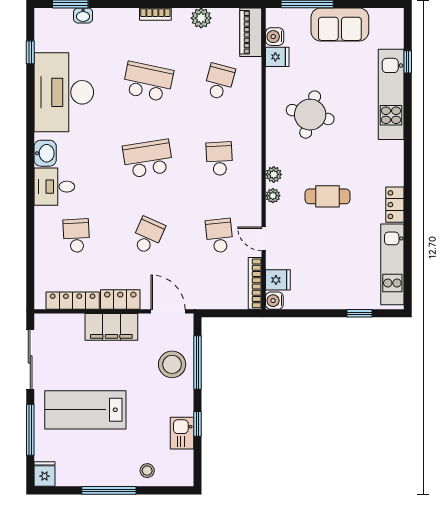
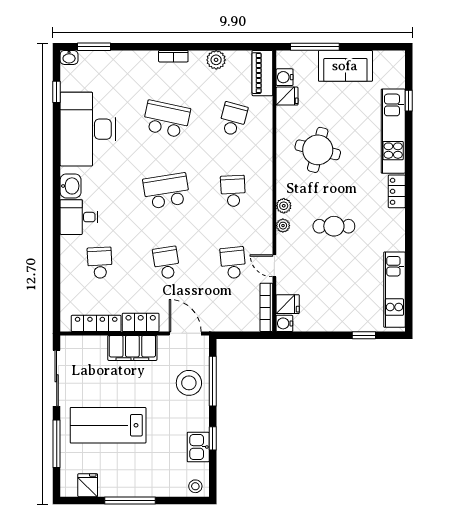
washbasin: (83, 15) -> (69, 57), moved
locker: (395, 205) -> (397, 191), moved
school desk: (148, 236) -> (166, 263), turned -33
stool: (147, 471) -> (195, 486), moved
fridge: (45, 474) -> (88, 485), moved

